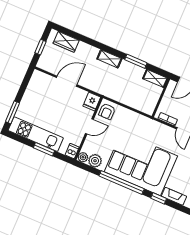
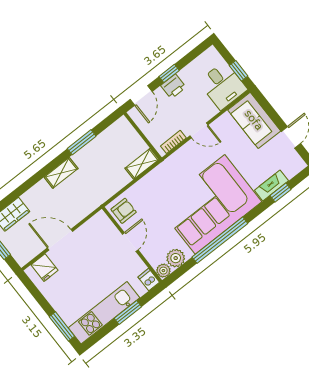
shelving: (155, 78) -> (142, 164), moved
door: (67, 81) -> (60, 240), hinge flipped
fridge: (92, 102) -> (45, 268), moved
armchair: (107, 111) -> (124, 211), turned -90
window: (159, 198) -> (281, 192), moved

